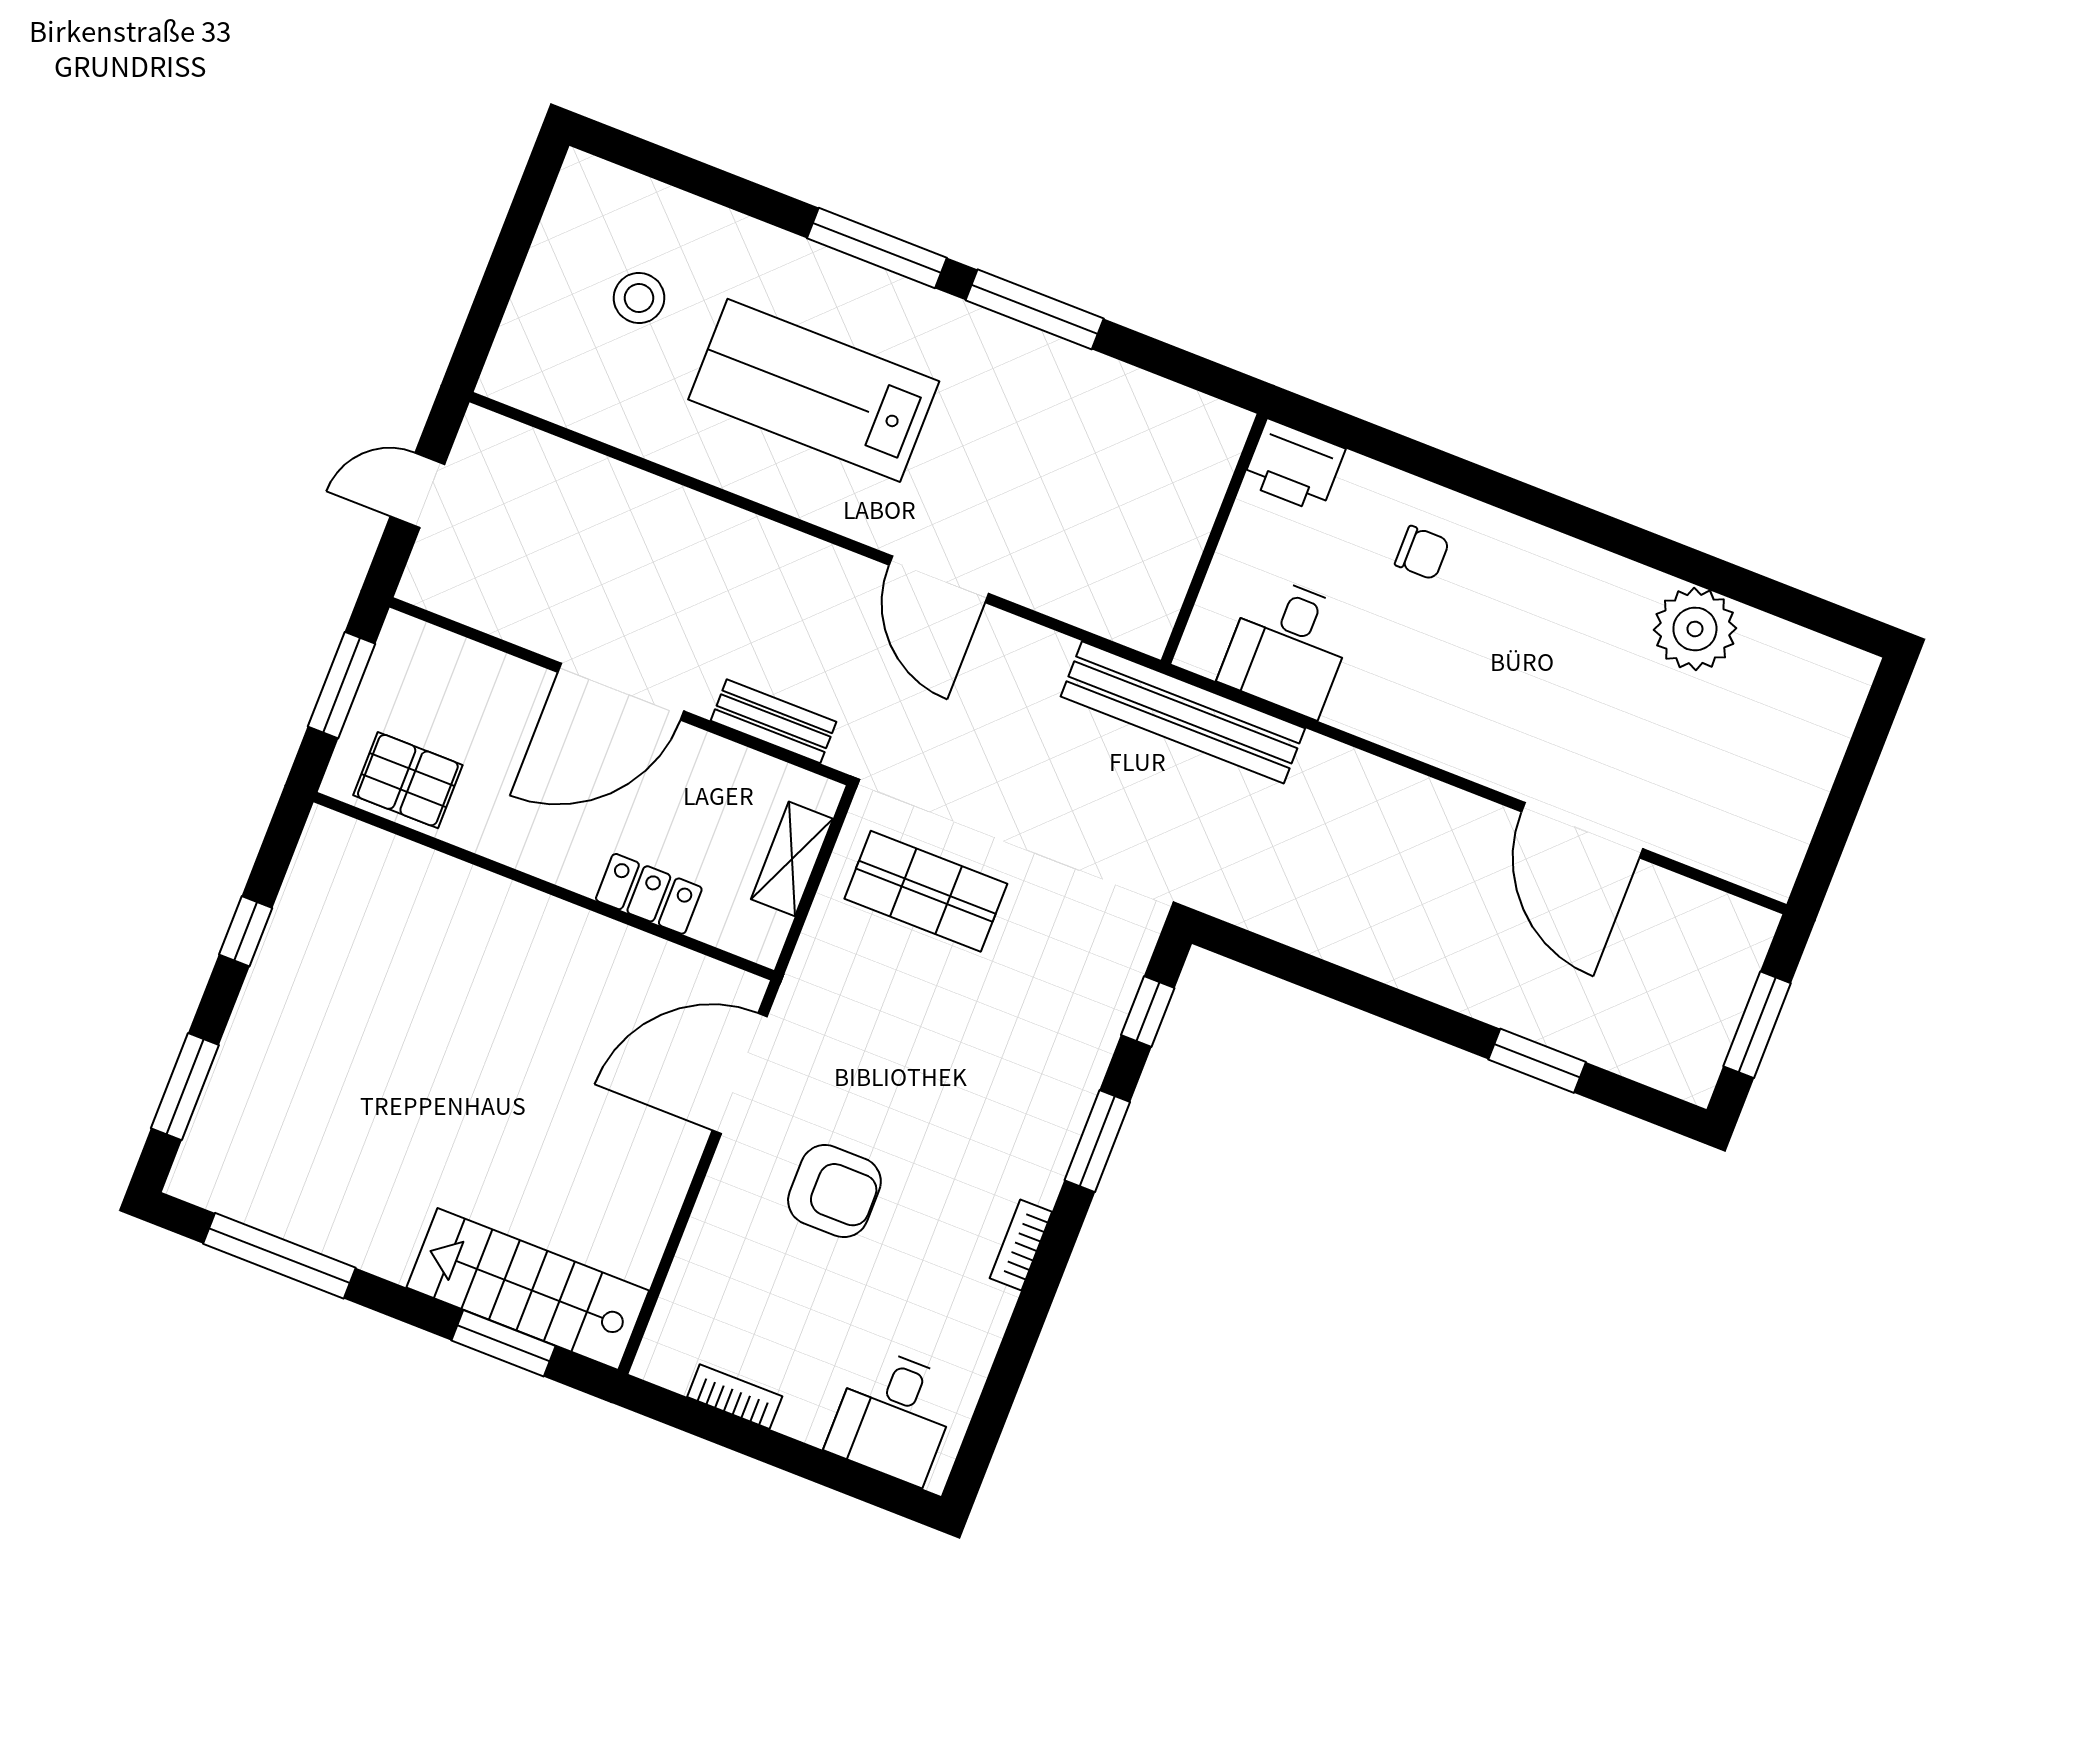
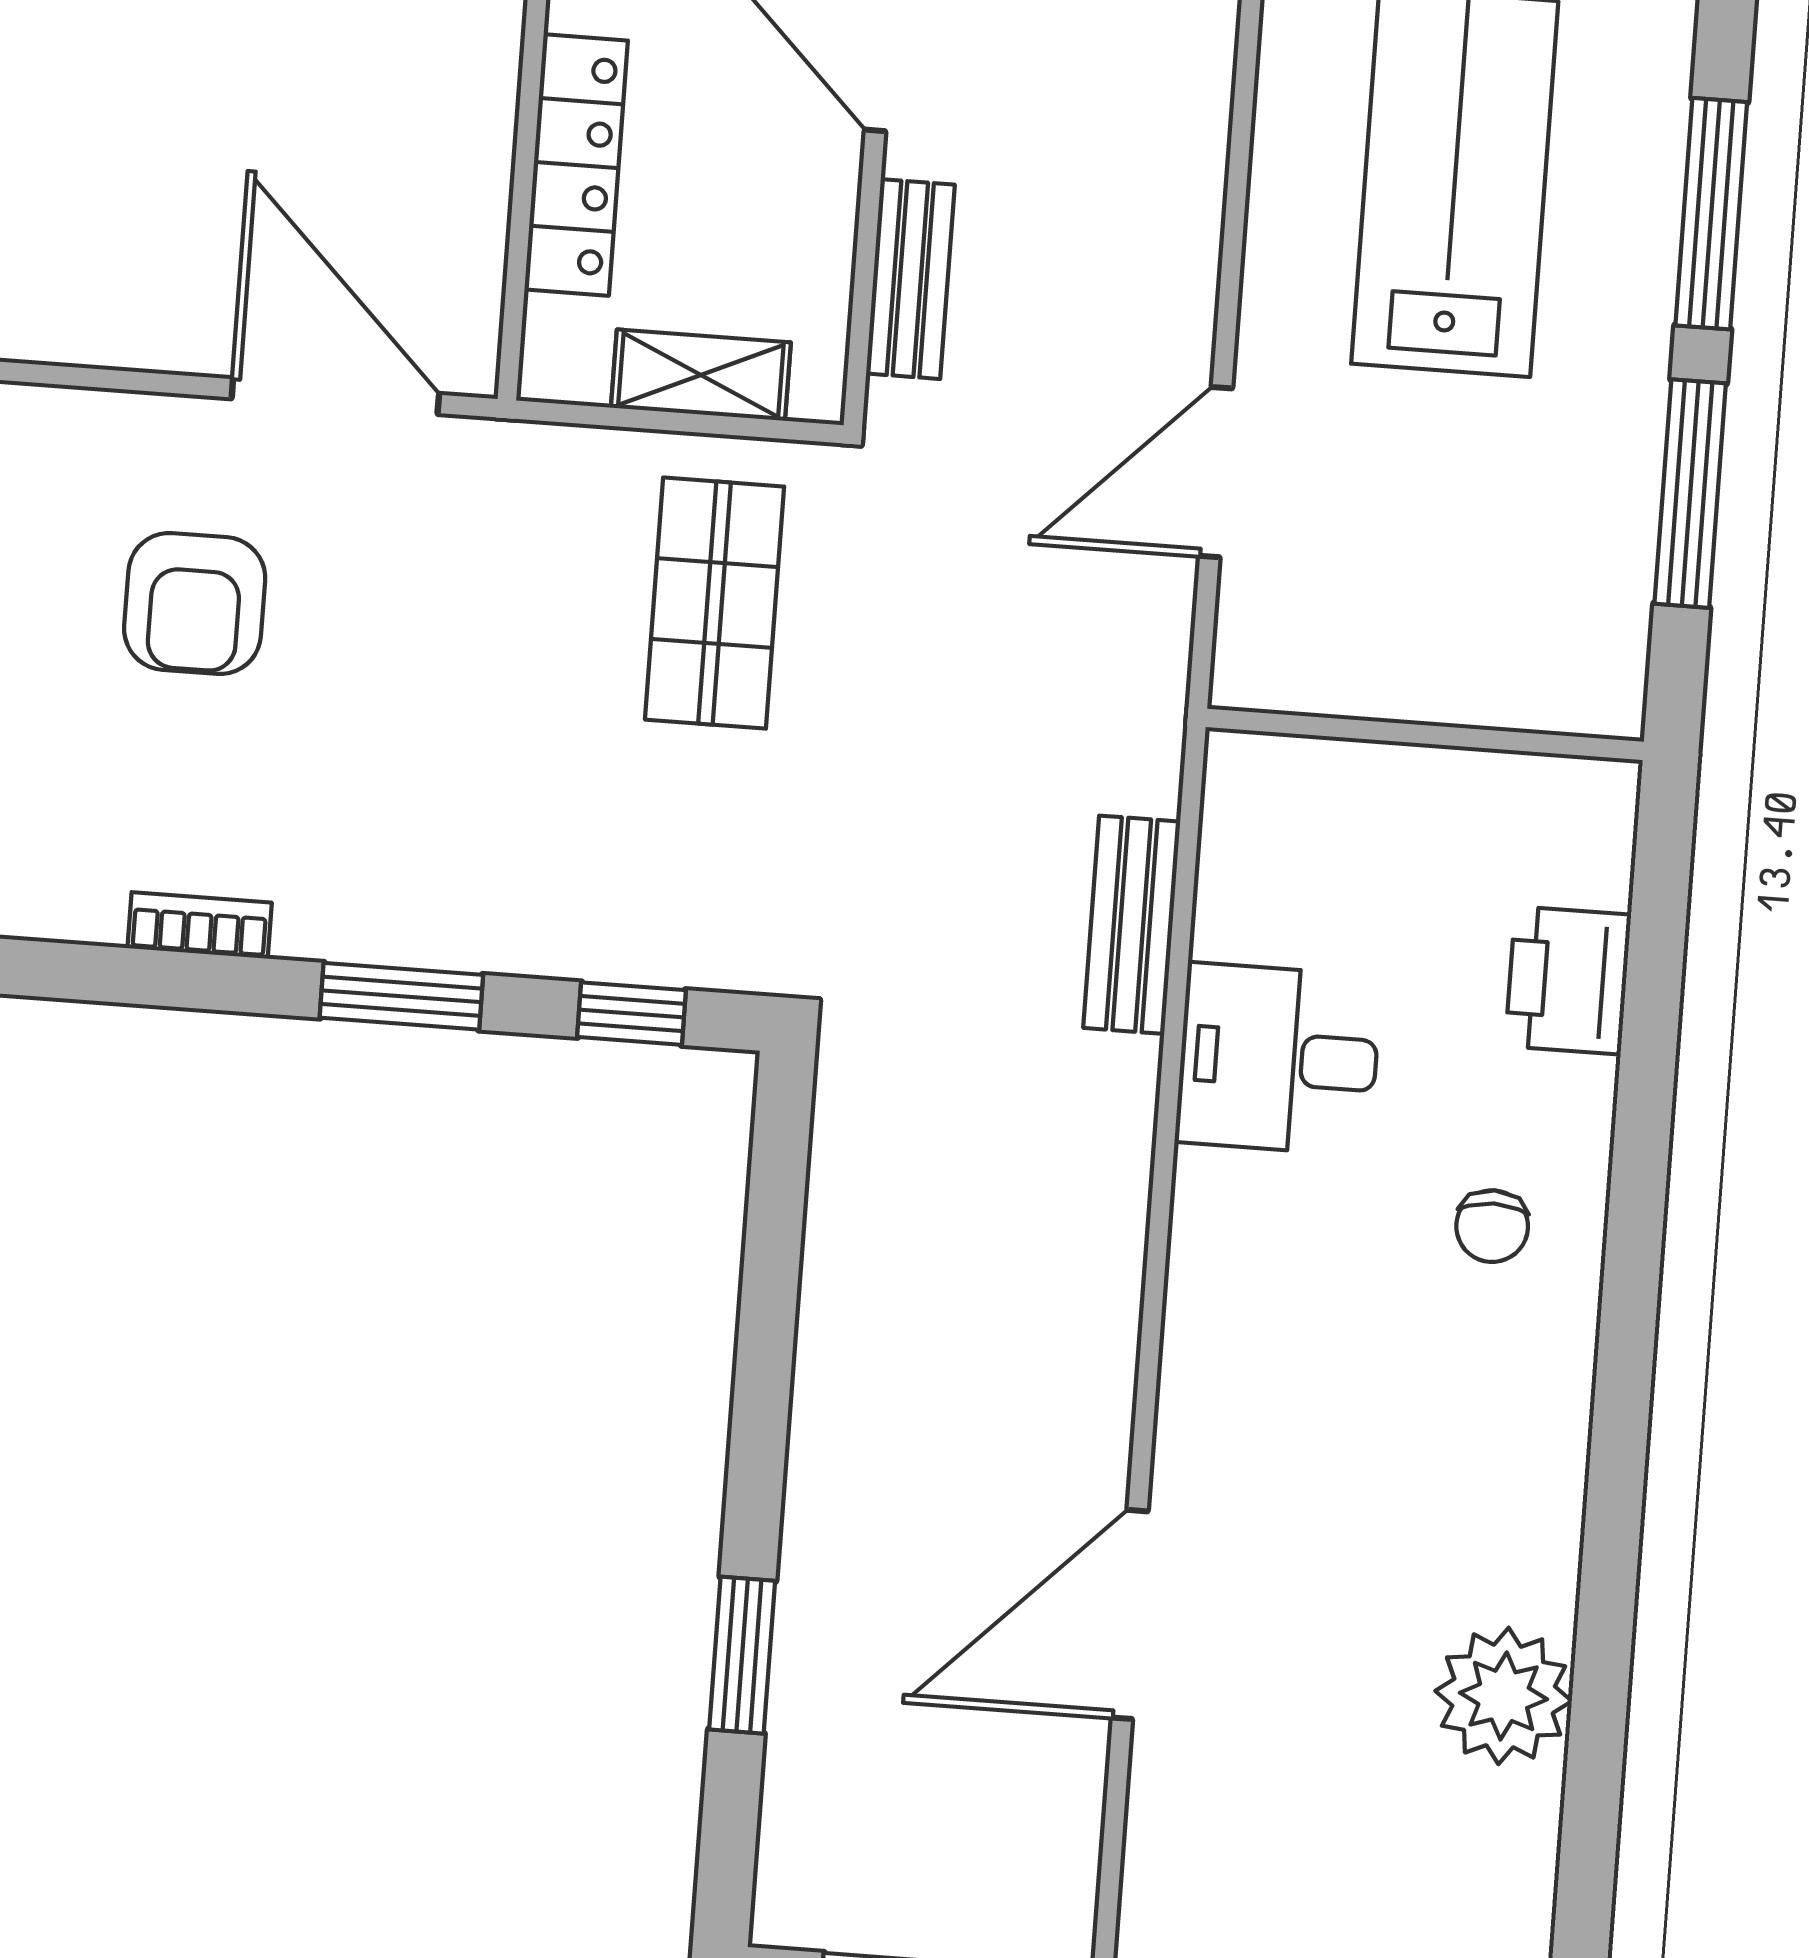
wall: (1214, 539) -> (1425, 734), moved
bench: (1183, 712) -> (1132, 925), width x0.54, depth x0.82
locker: (649, 894) -> (576, 165), width x1.53

